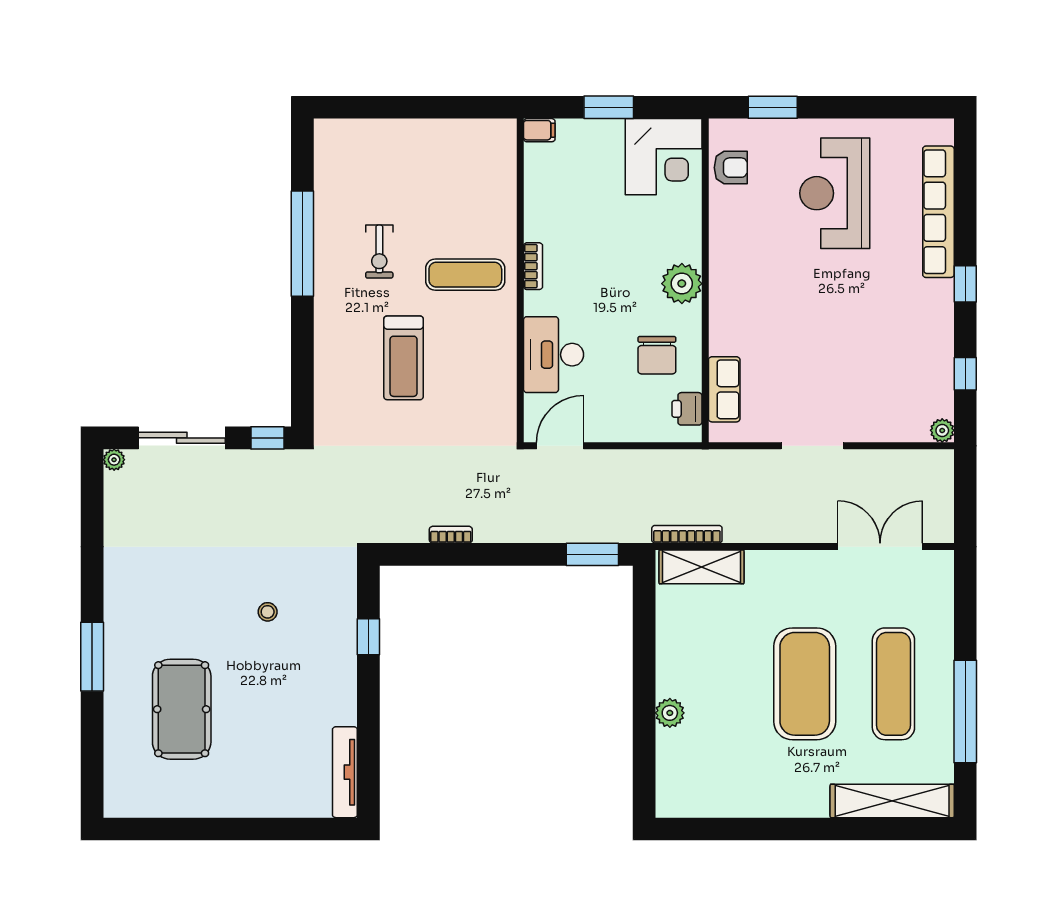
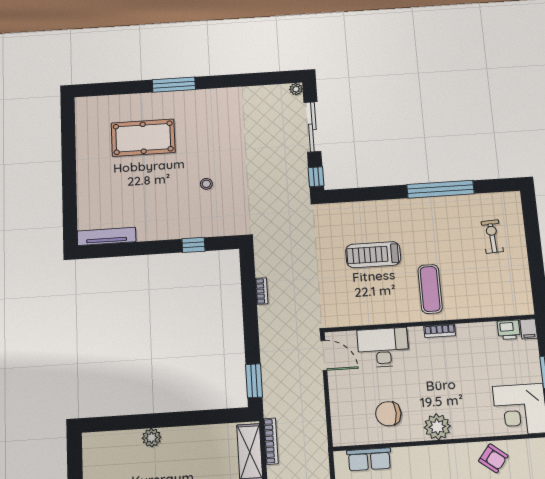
armchair: (731, 168) -> (493, 458), moved, turned -52
exercise bike: (379, 252) -> (492, 237), moved, turned 87
printer: (687, 409) -> (509, 330), moved, turned 180

